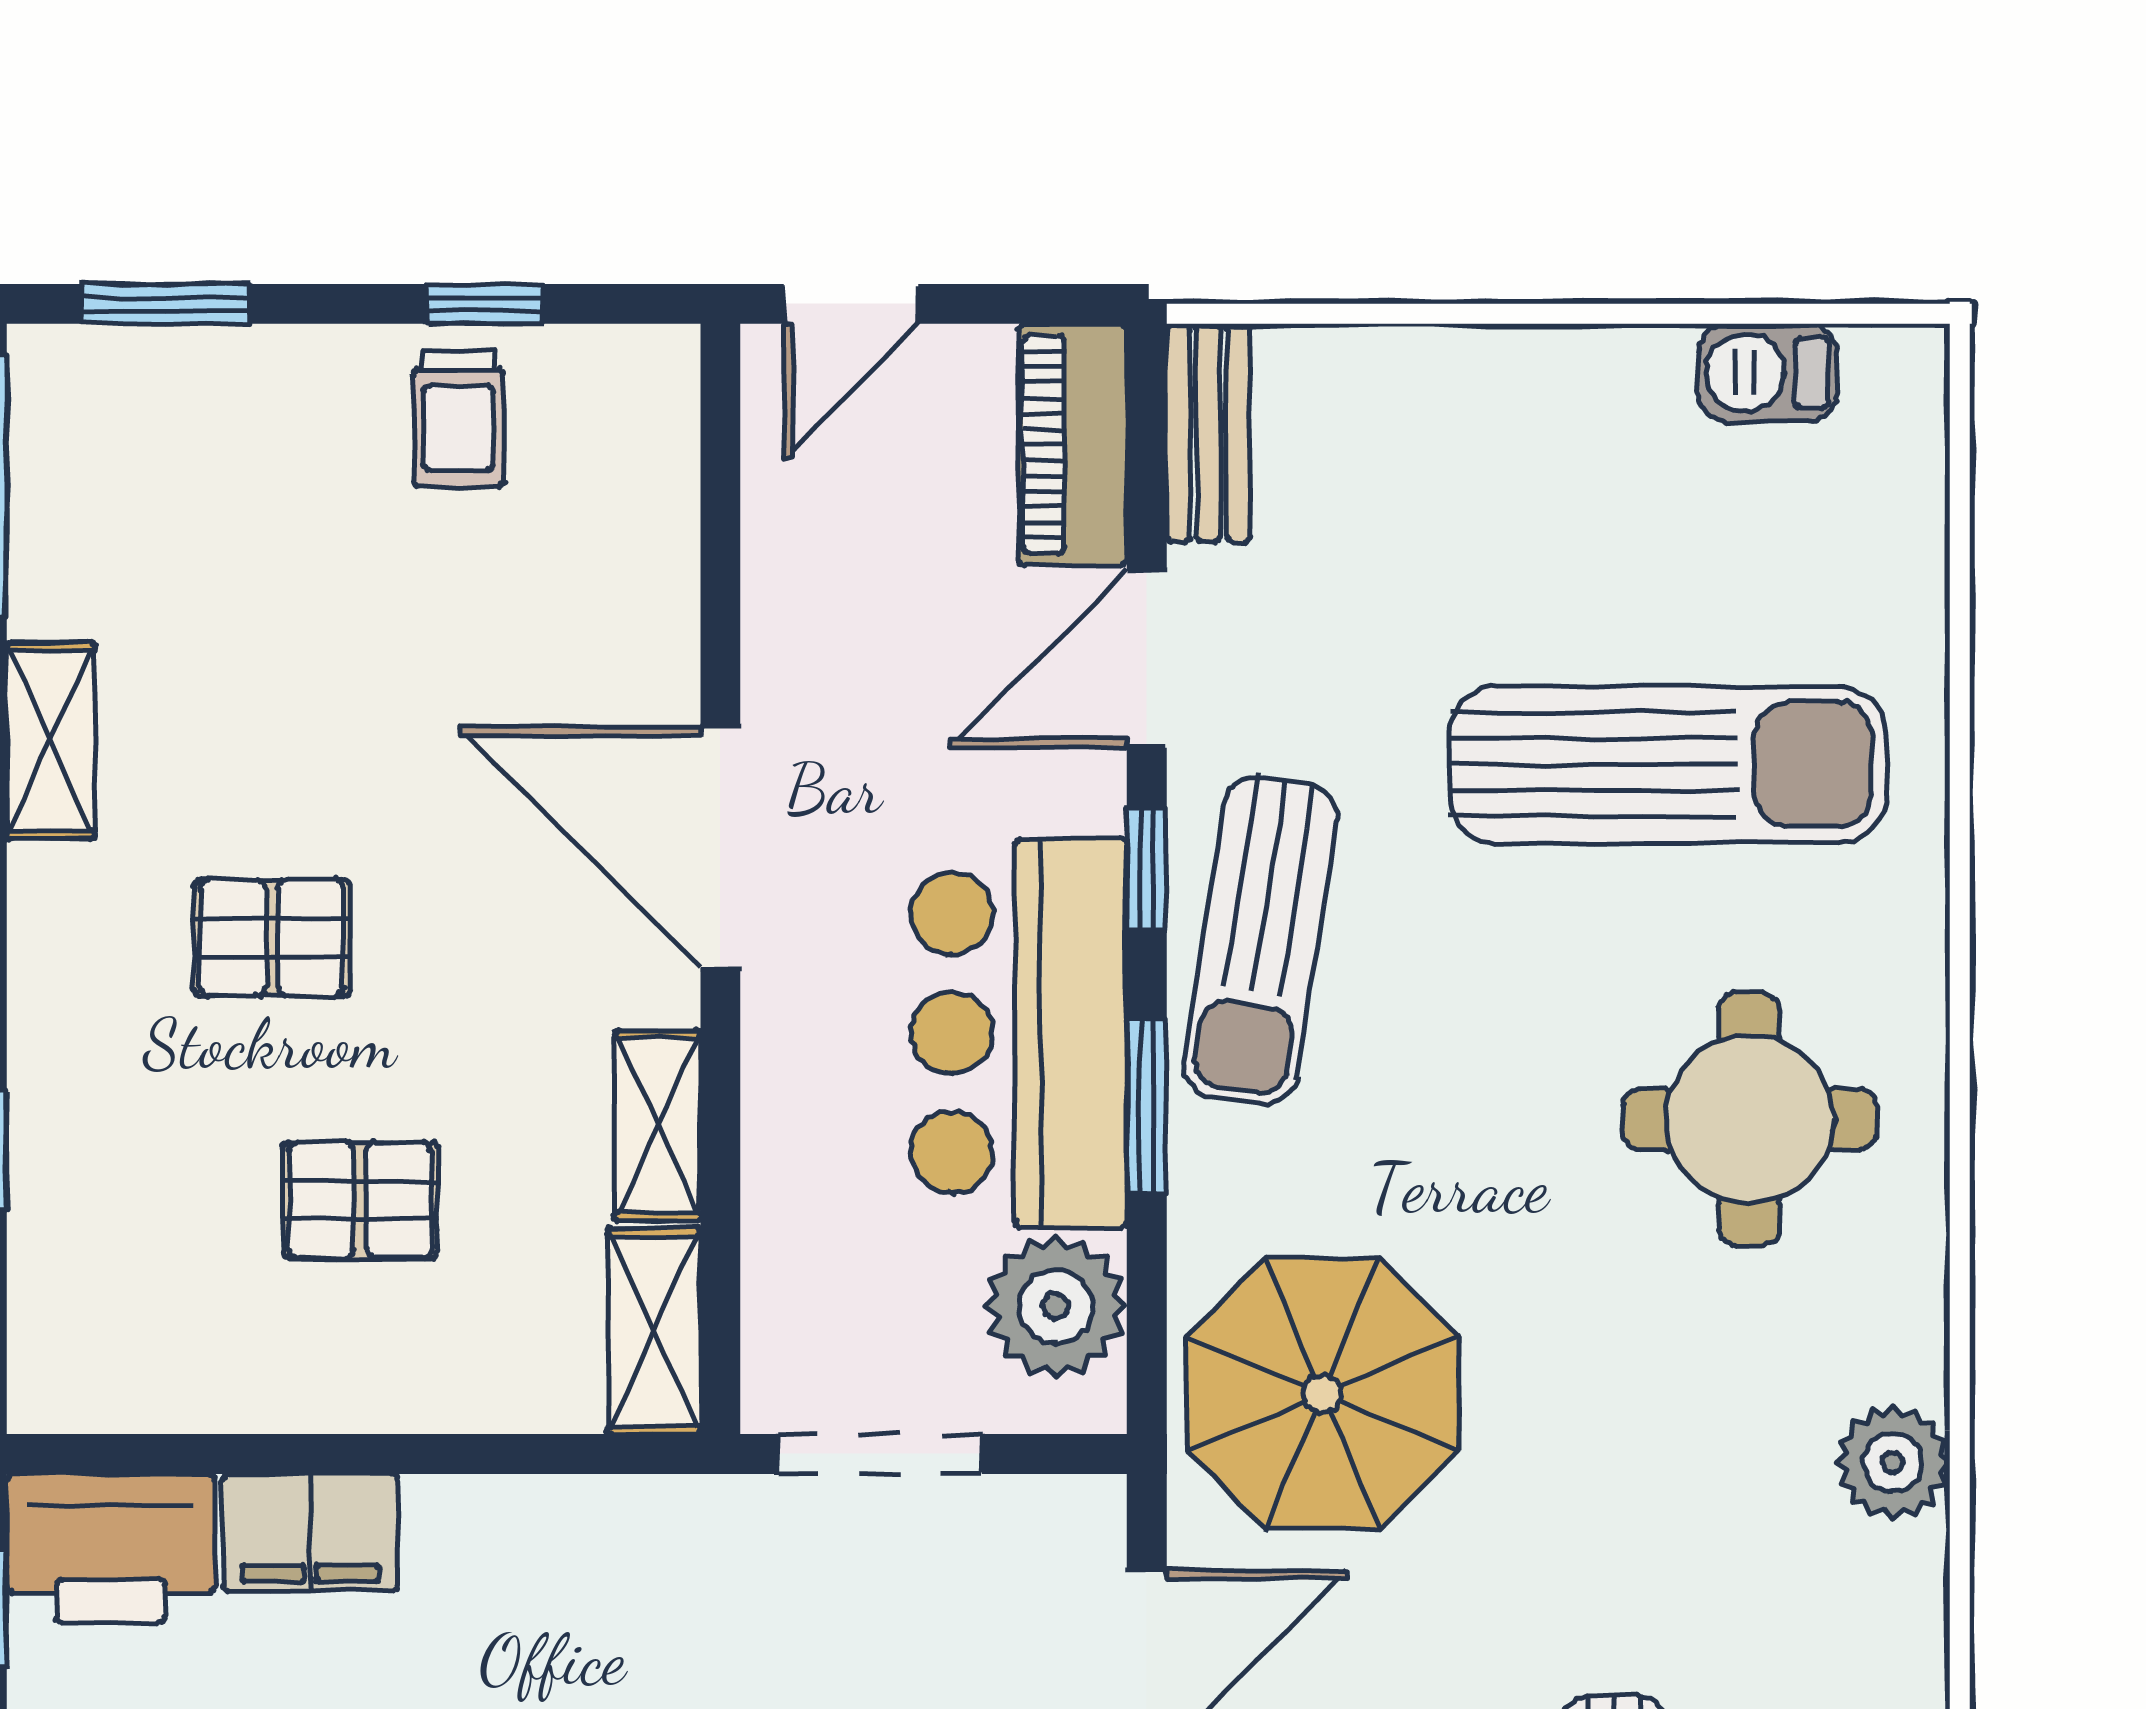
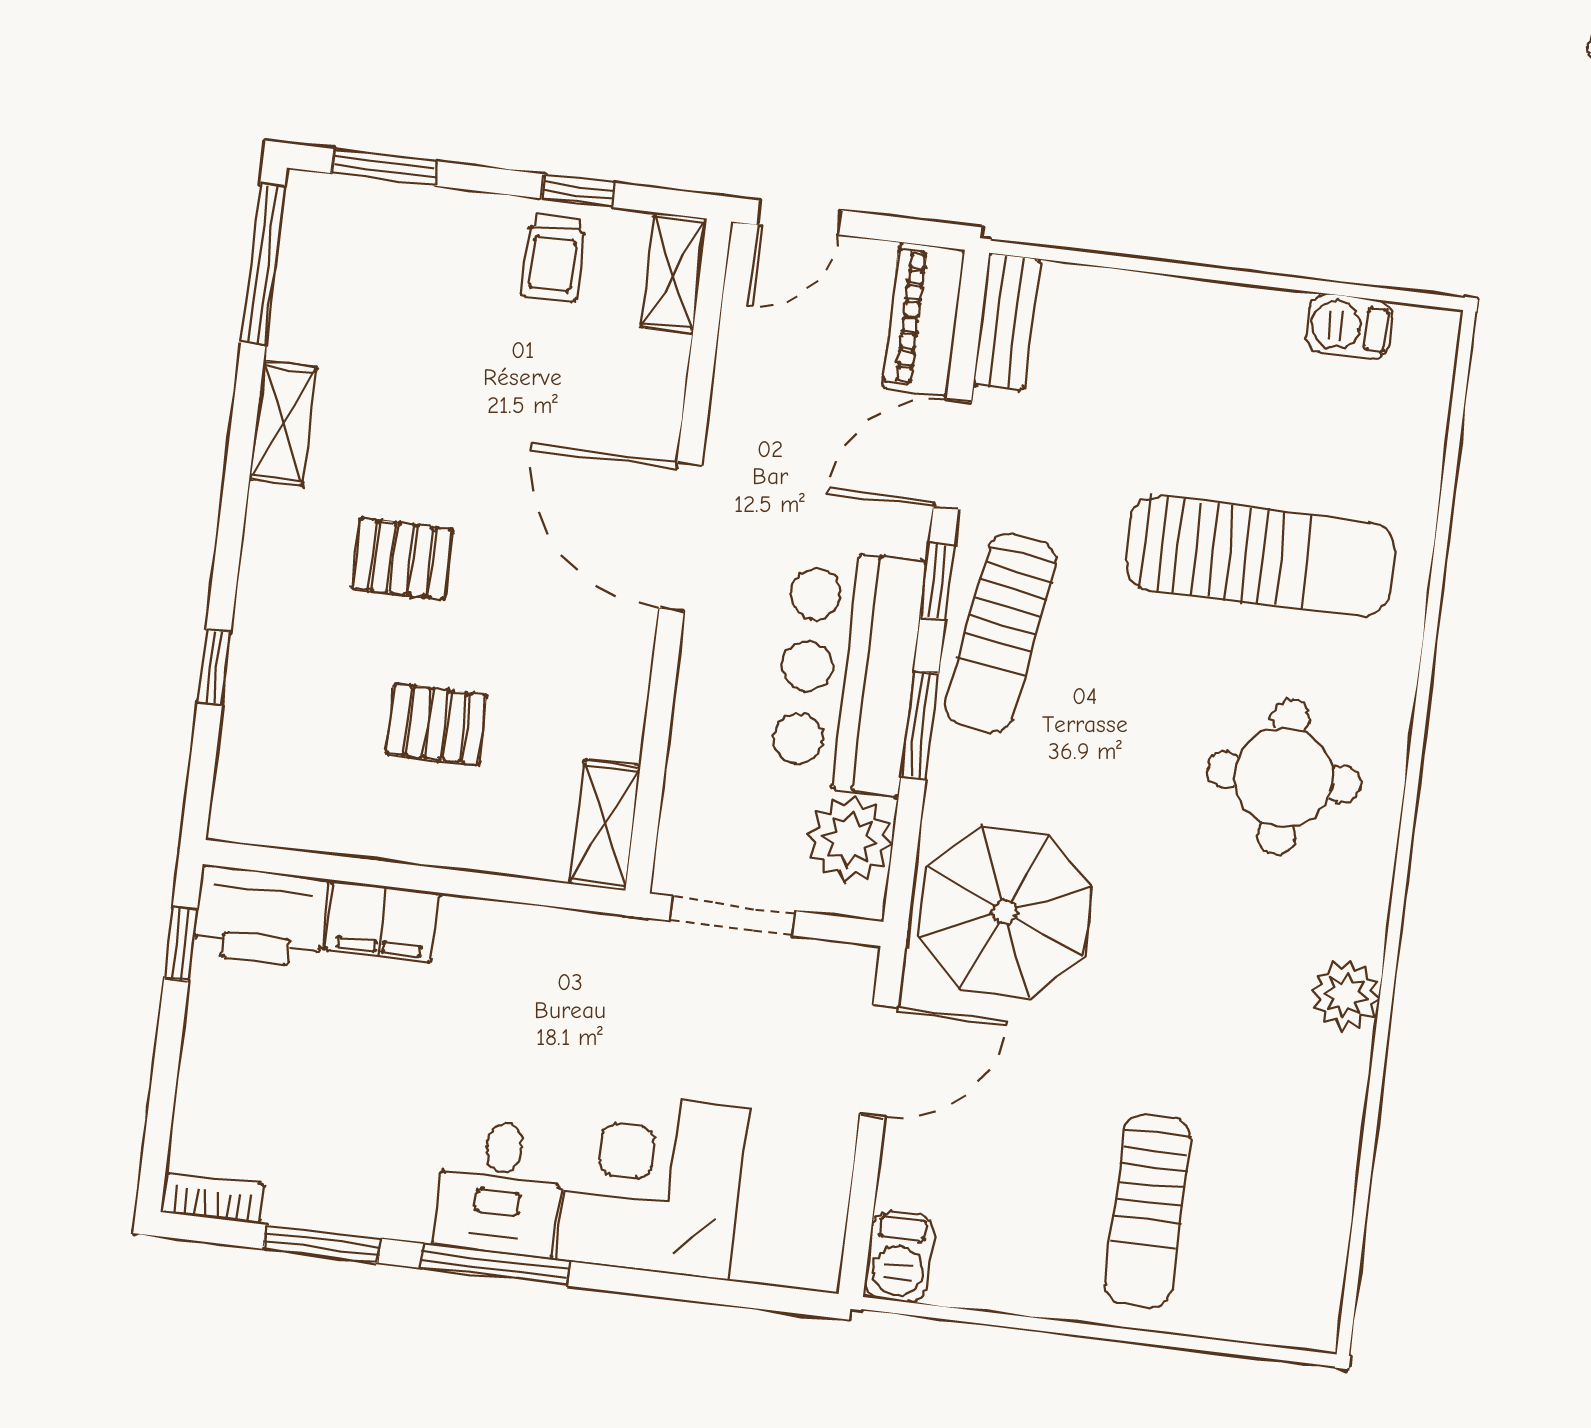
shelving: (658, 1126) -> (674, 273), moved

